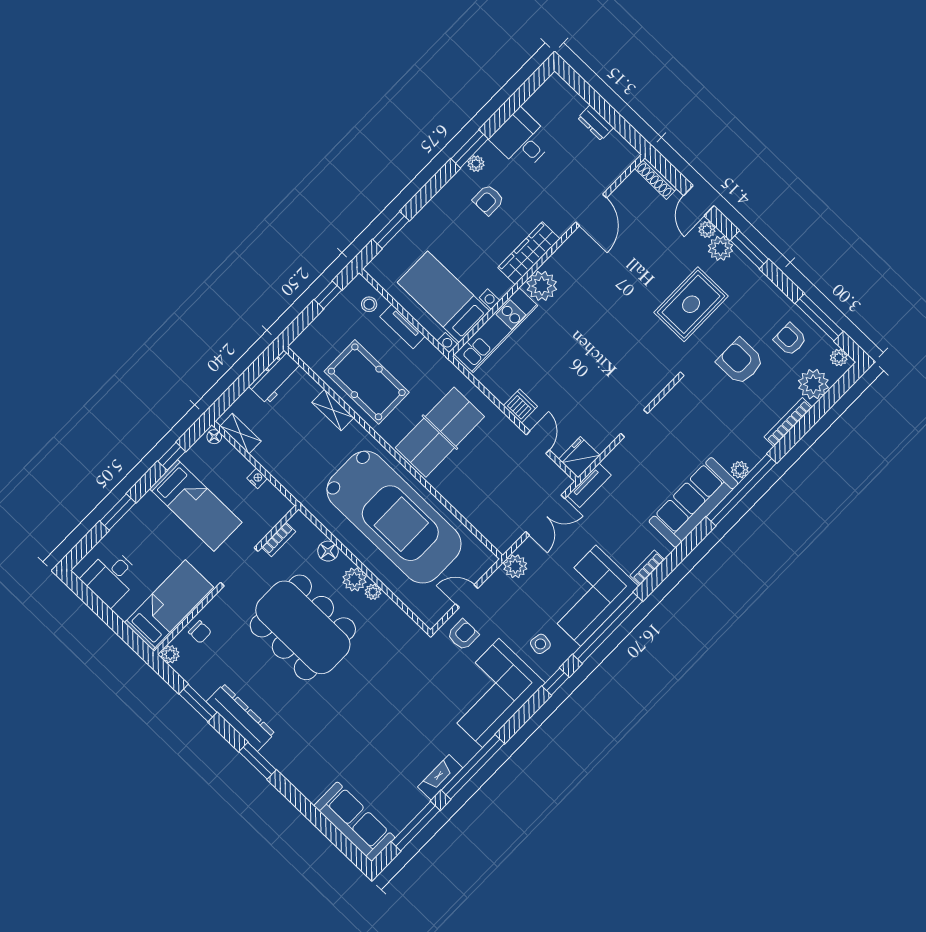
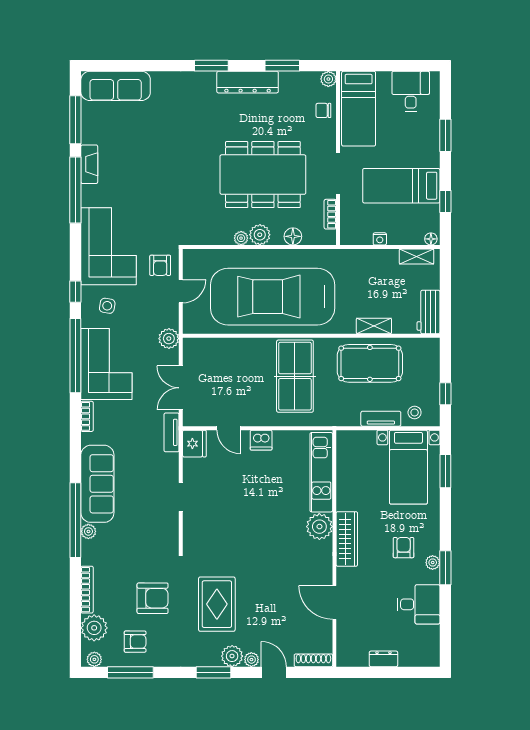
bed with nightstands: (444, 297) -> (408, 467), moved, turned 90

